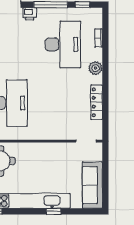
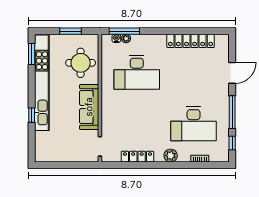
printer: (30, 14) -> (223, 92), removed
sofa: (92, 185) -> (89, 107), moved, turned -90

